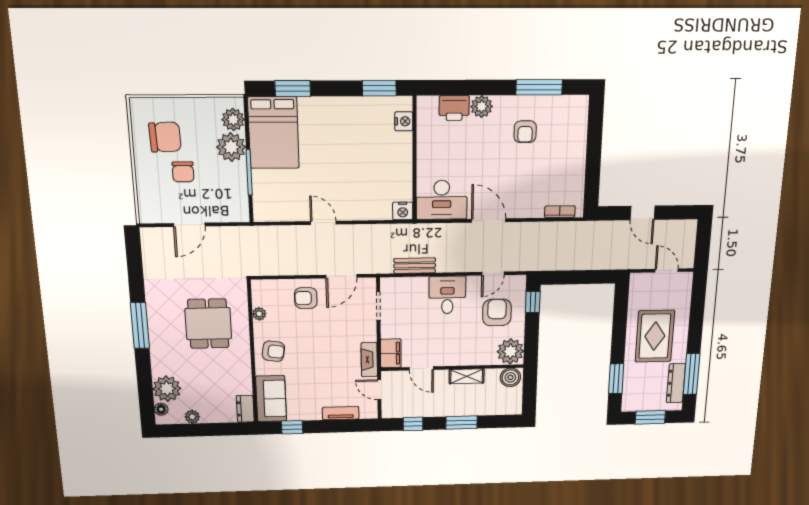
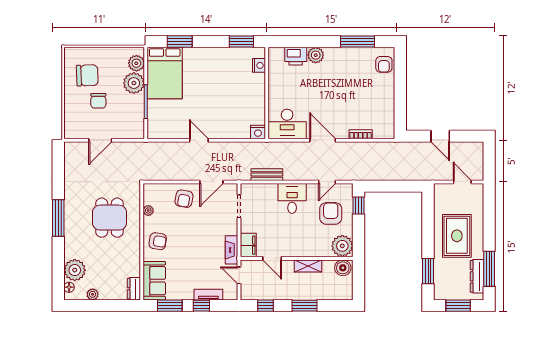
armchair: (525, 132) -> (384, 64), moved
bookcase: (560, 212) -> (361, 134), moved
armchair: (306, 298) -> (184, 199), turned -80
window: (332, 426) -> (201, 306), added
window: (292, 427) -> (170, 306), width x1.50

